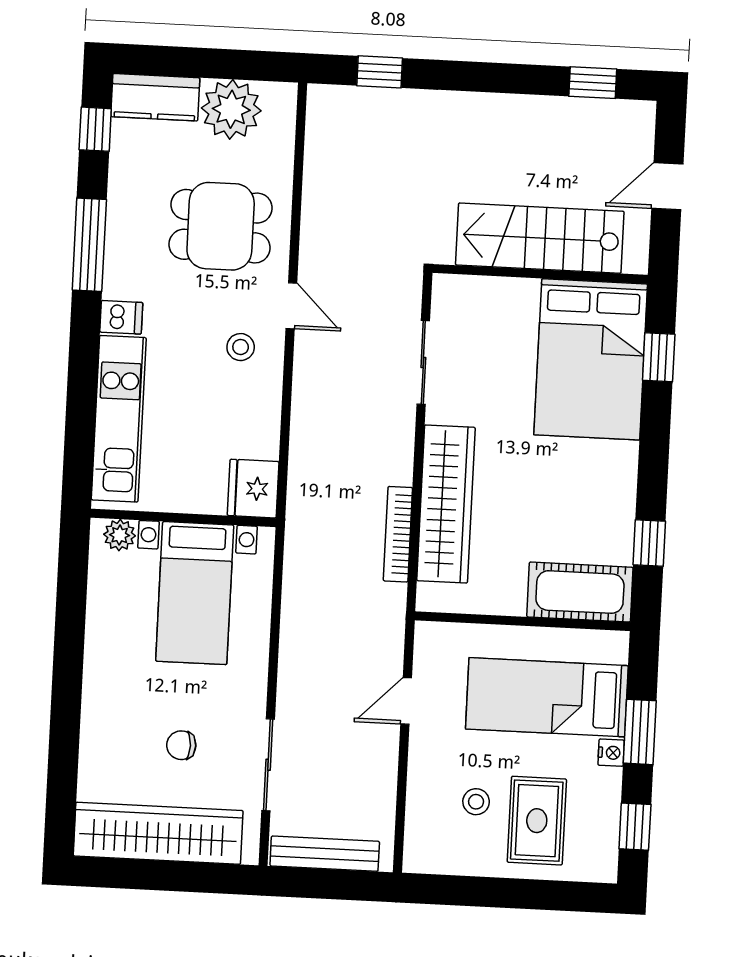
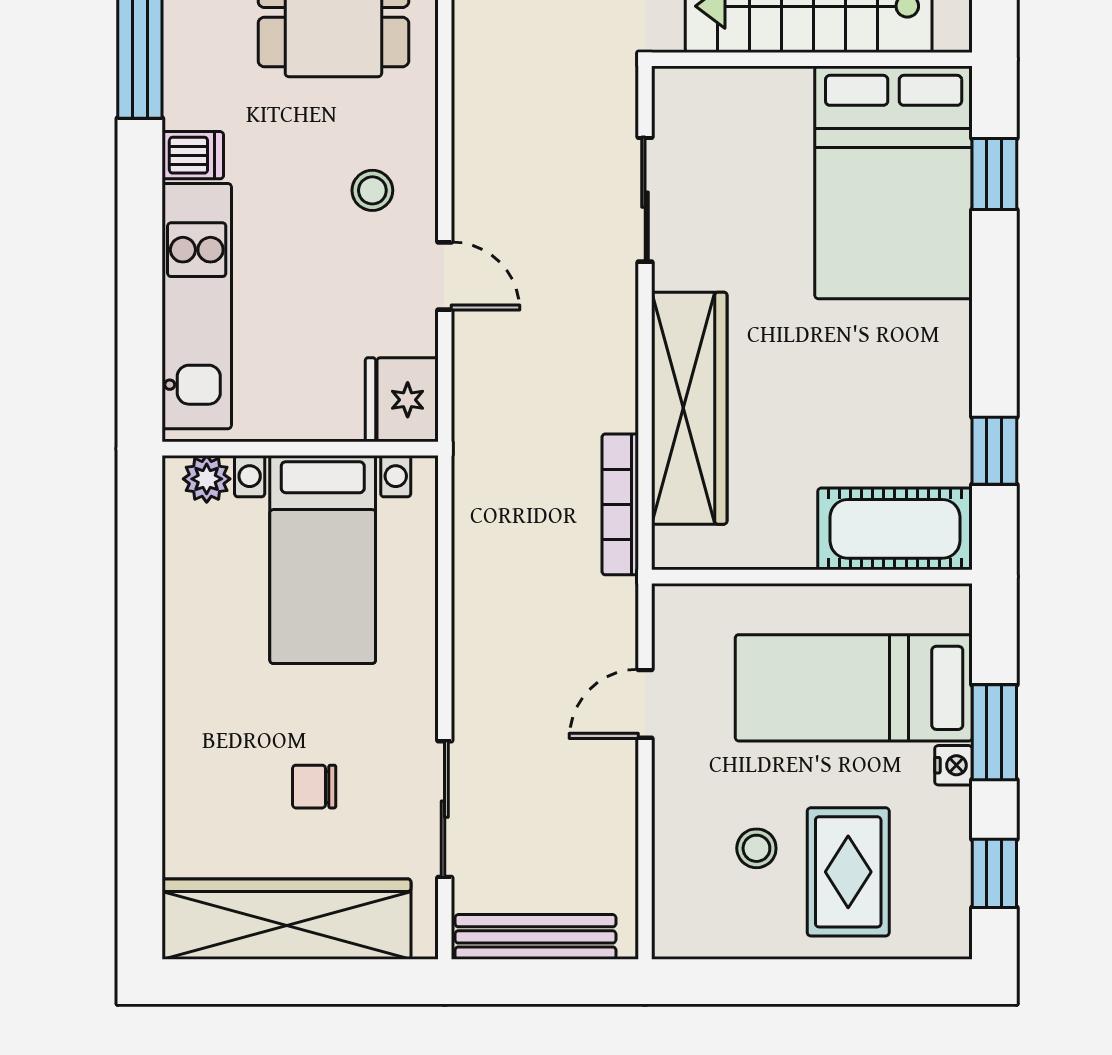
door: (291, 306) -> (445, 276), moved
bookcase: (398, 534) -> (620, 504), moved

